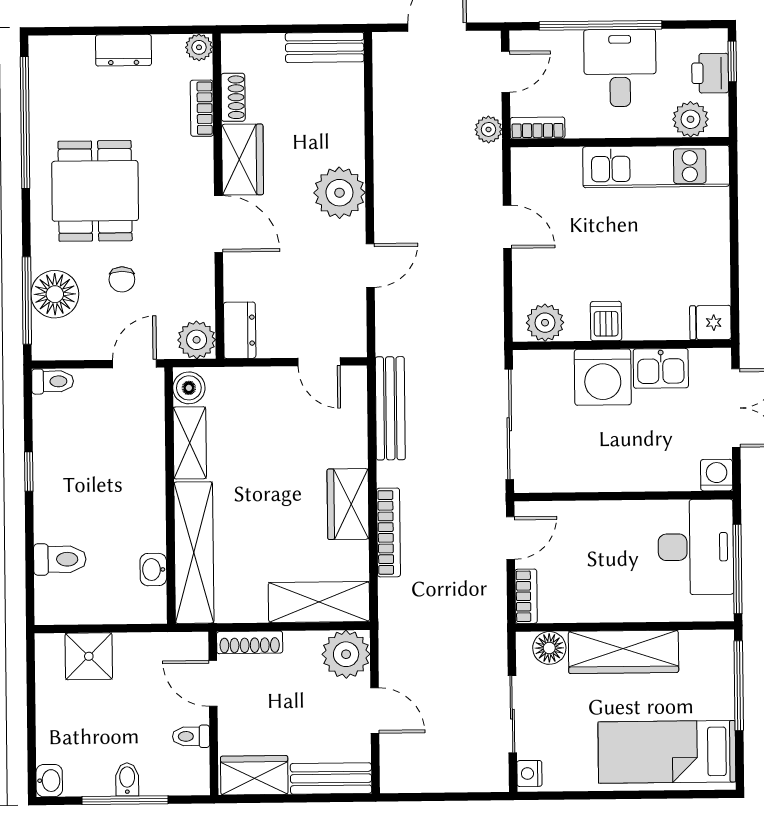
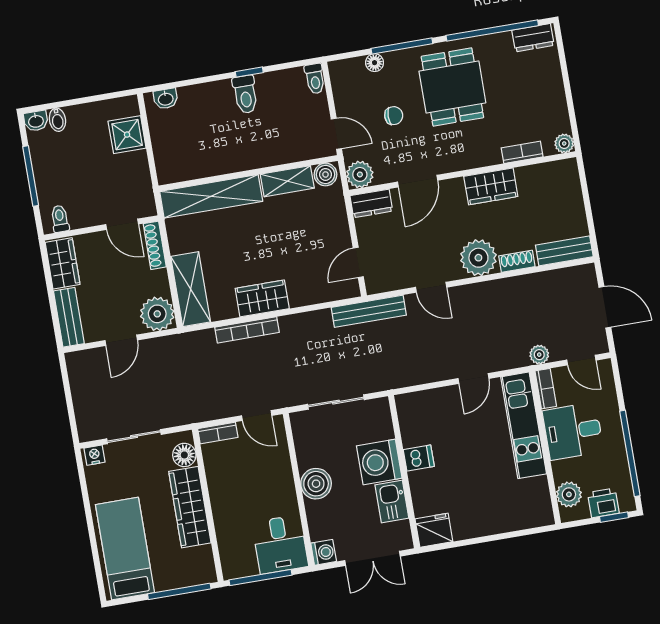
window: (601, 25) -> (630, 453), moved
bench: (325, 47) -> (564, 251), moved, turned 90
dresser: (124, 50) -> (533, 38), moved, turned -90
desk: (620, 68) -> (573, 431), moved, turned 180
shoe rack: (233, 97) -> (517, 261), moved, turned 180
kitchen unit: (656, 166) -> (524, 425), moved
dining table: (95, 191) -> (452, 87), turned 90
door: (219, 224) -> (418, 181), moved
chair: (122, 279) -> (394, 116), turned 180
floor lamp: (55, 294) -> (375, 63), width x0.53, depth x0.53
window: (27, 301) -> (402, 46), moved
plant: (545, 323) -> (411, 416), removed
fridge: (710, 323) -> (434, 530), width x1.38
bench: (390, 408) -> (369, 311), moved
sliding door: (509, 424) -> (336, 402), width x0.73
boiler: (619, 470) -> (316, 484), added
desk: (696, 547) -> (280, 544), width x0.73
toilet: (60, 559) -> (245, 94), moved
washbasin: (153, 570) -> (166, 99), moved, turned 180
door: (213, 683) -> (122, 224), swing flipped
toilet: (191, 736) -> (60, 219), moved
bidet: (127, 779) -> (57, 120), moved, turned 90

